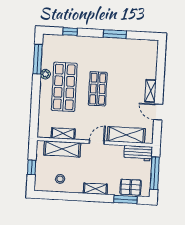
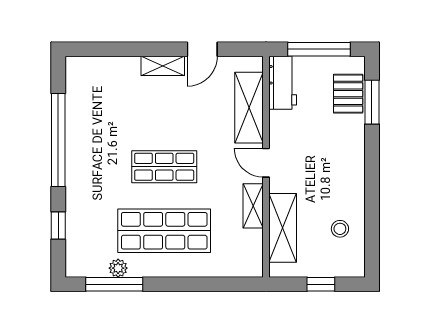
window: (115, 34) -> (58, 140), width x2.11
plant: (45, 74) -> (118, 268), moved
shelving: (63, 134) -> (253, 206), moved
shelving: (95, 189) -> (355, 161), removed

